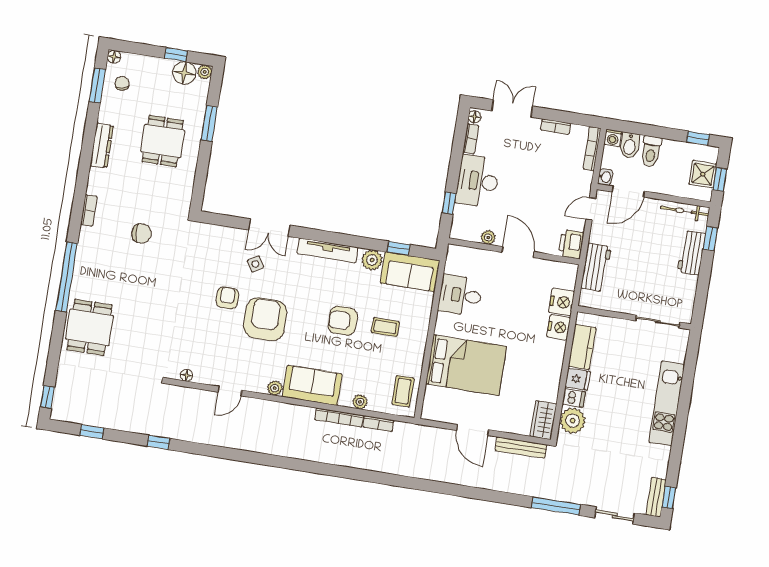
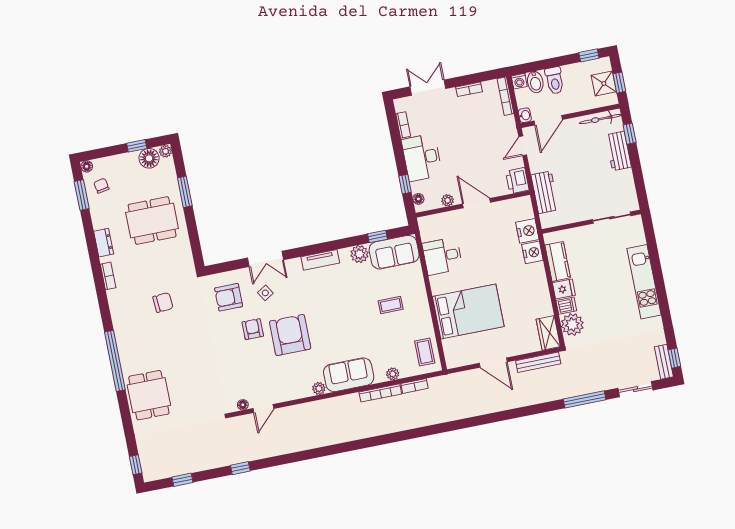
floor lamp: (475, 117) -> (418, 199), moved
dining table: (163, 141) -> (152, 221), width x1.38
dresser: (102, 145) -> (104, 243), width x0.70
bookcase: (89, 210) -> (108, 276), moved
tv unit: (328, 250) -> (320, 260), width x0.71
armchair: (343, 321) -> (229, 297), moved
door: (230, 391) -> (263, 409), moved

